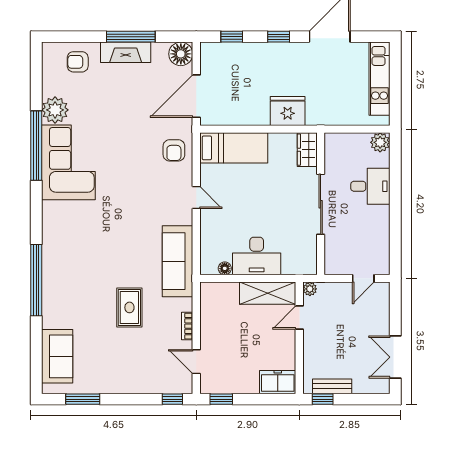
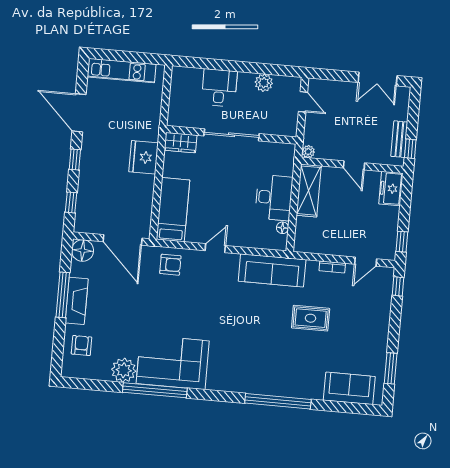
armchair: (78, 62) -> (81, 345), turned 180
plant: (380, 142) -> (264, 83), moved
door: (299, 318) -> (354, 165), moved

